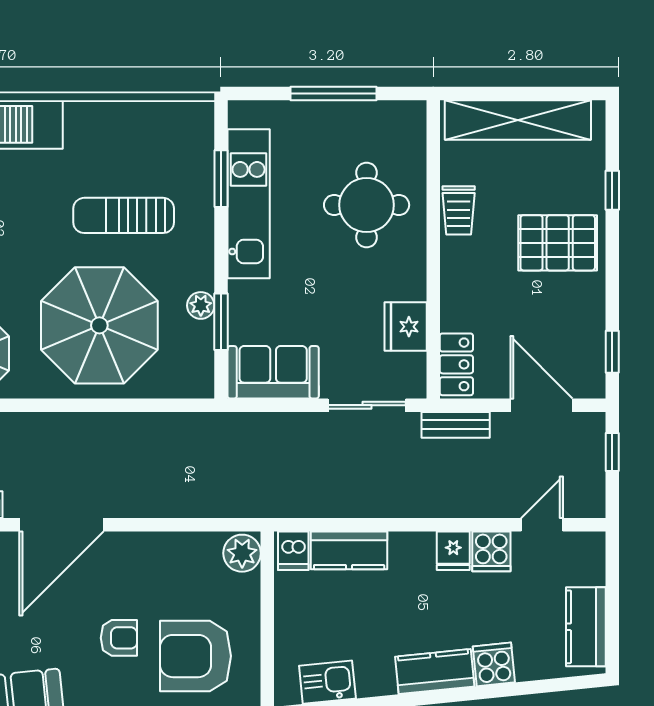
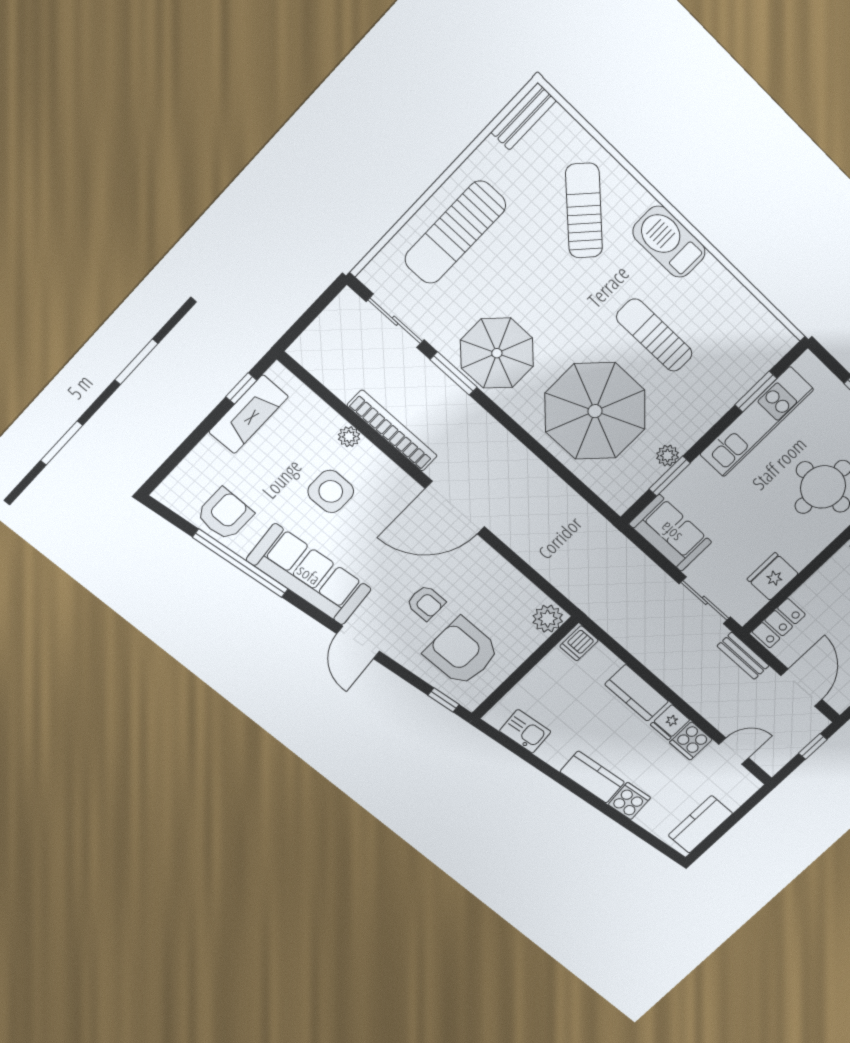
sun lounger: (124, 215) -> (654, 335), moved
kitchen counter: (349, 550) -> (637, 693), moved

